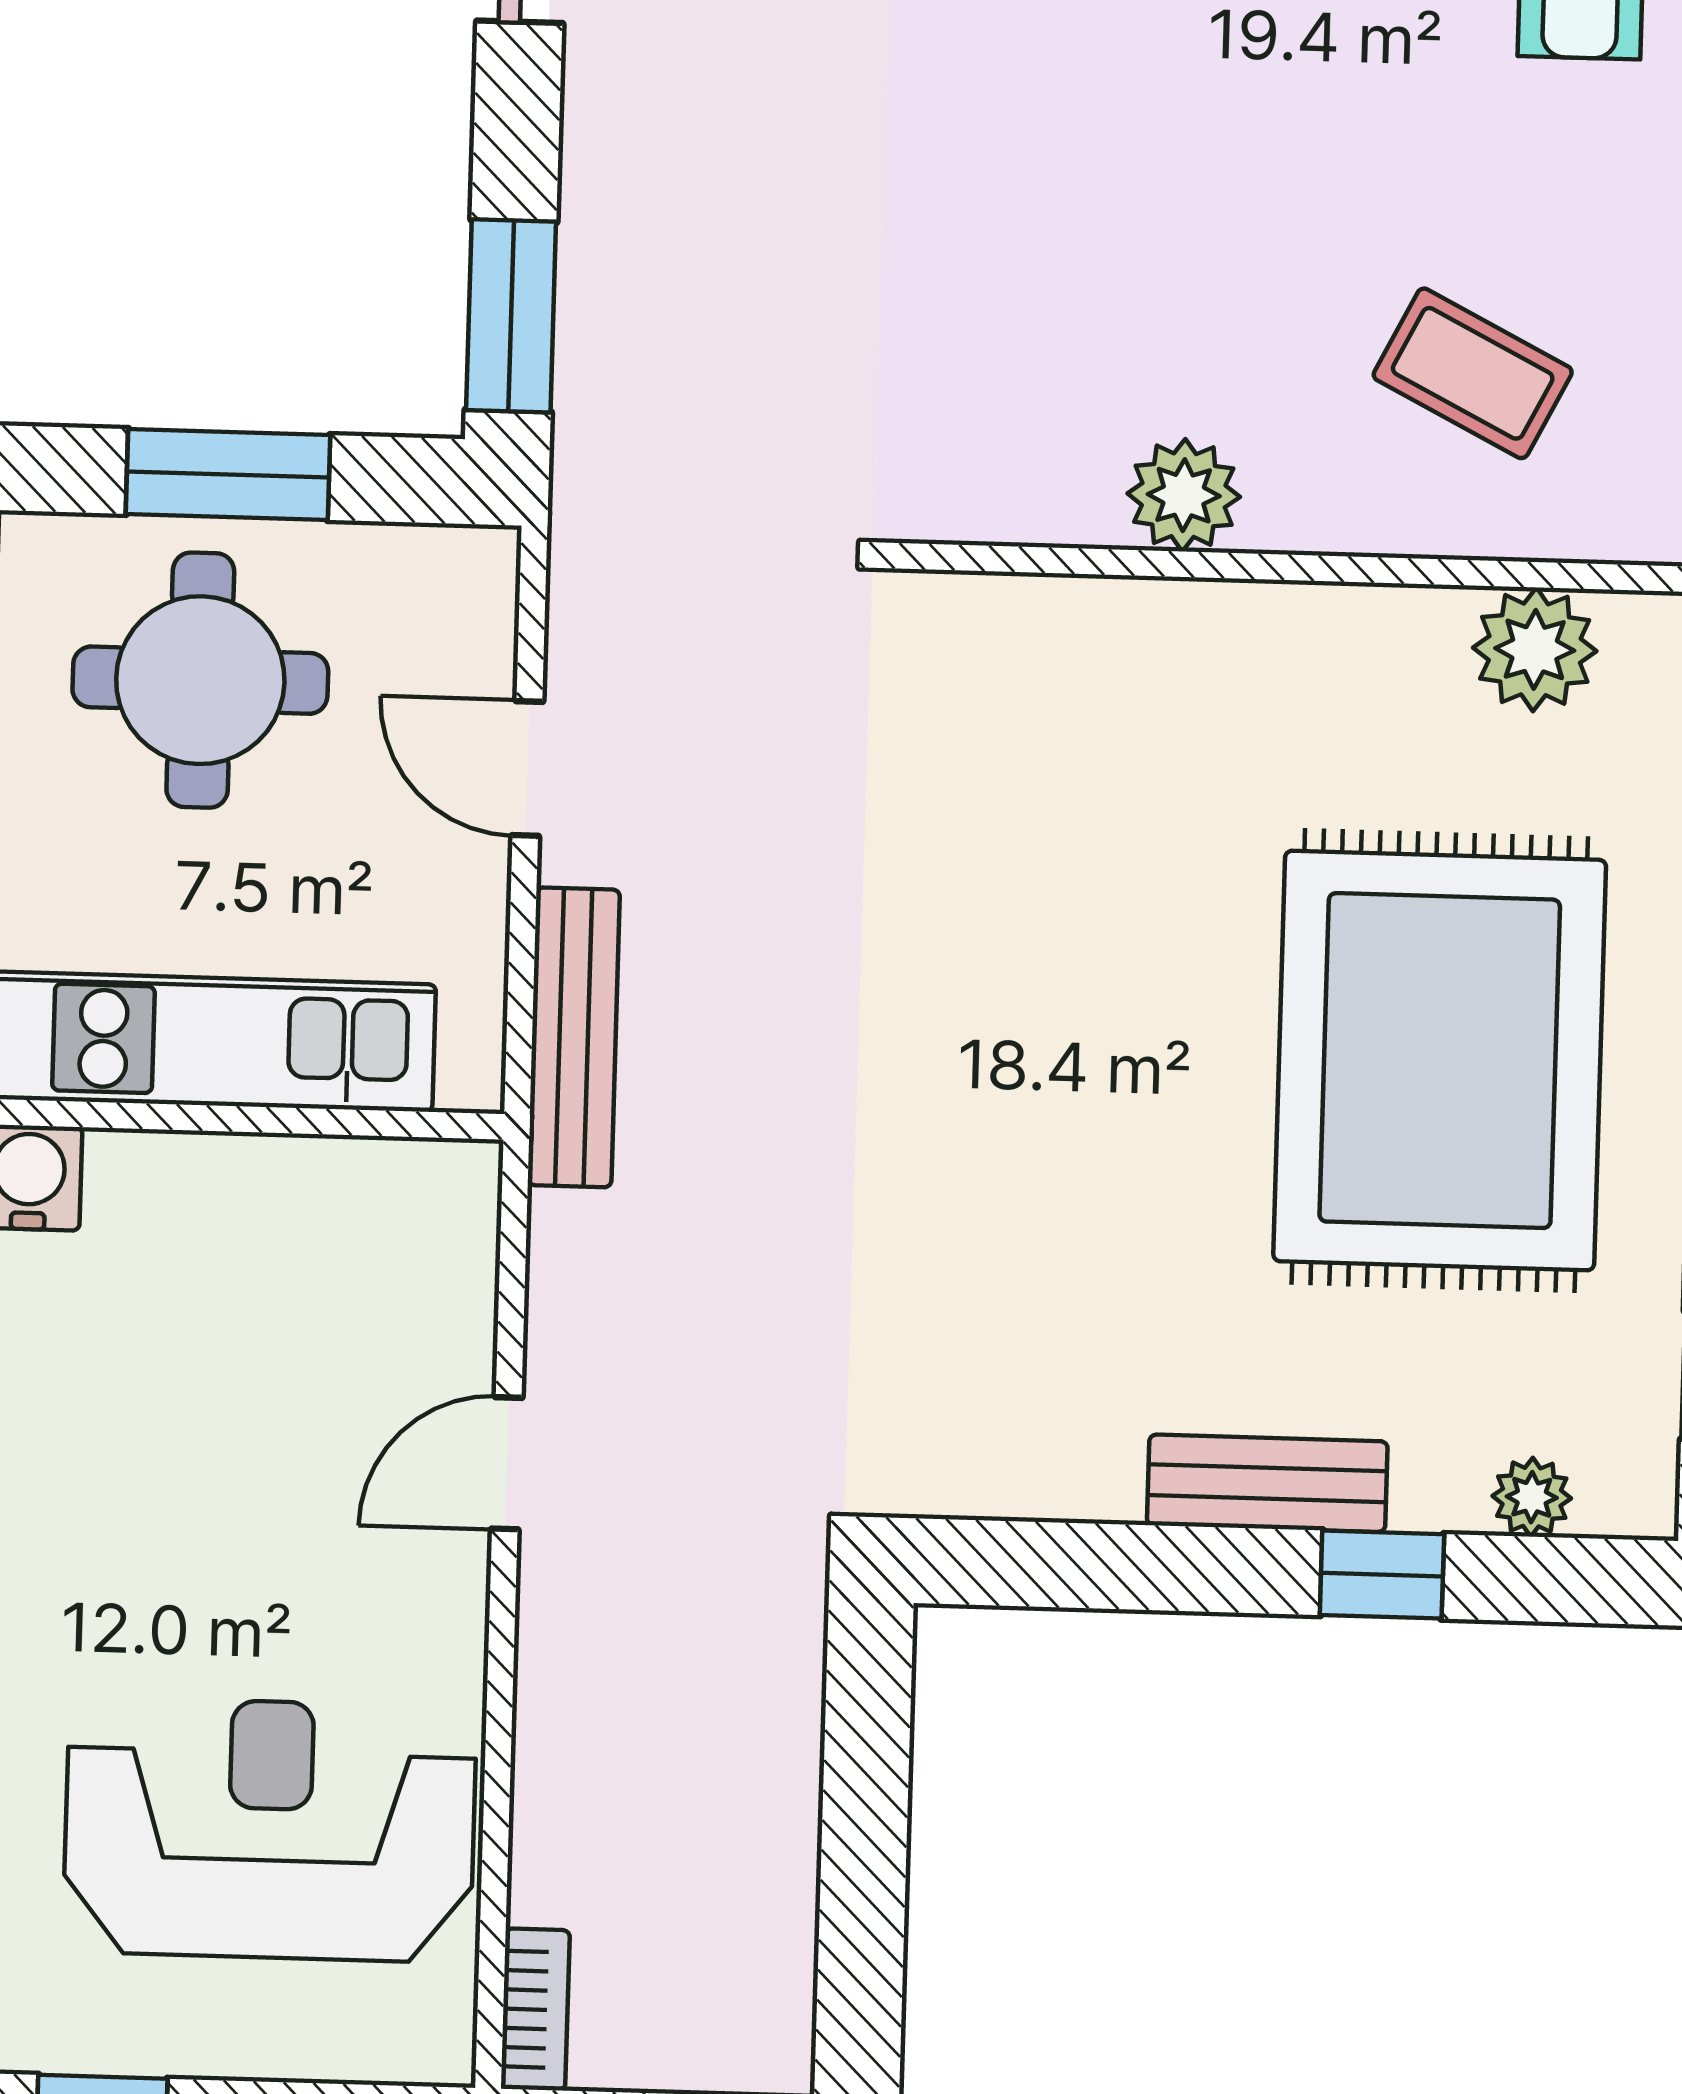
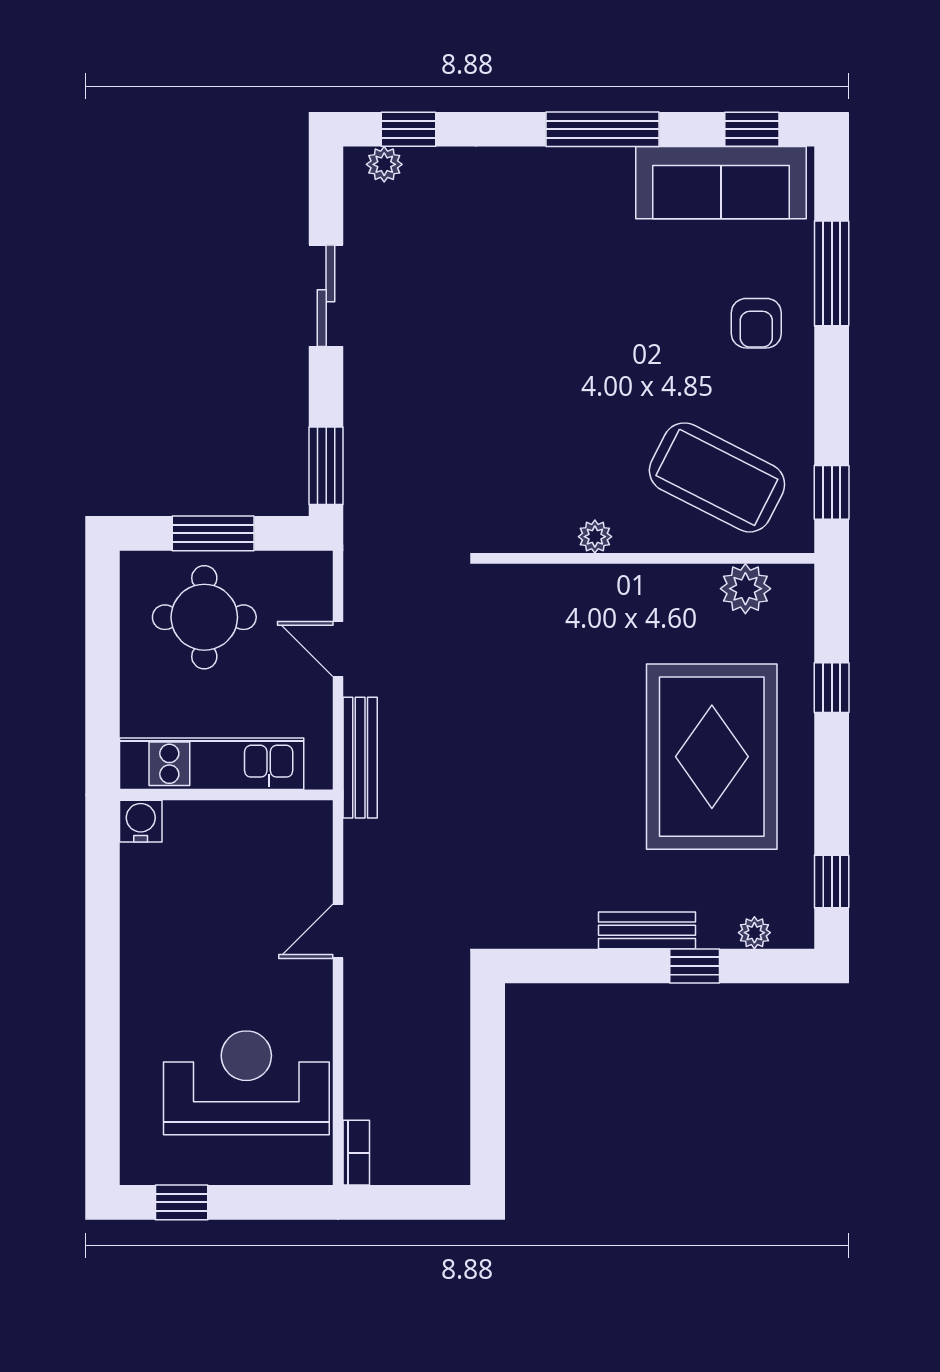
coffee table: (1473, 373) -> (717, 477), width x1.86, depth x1.72
plant: (1184, 495) -> (595, 537), width x0.73, depth x0.73

